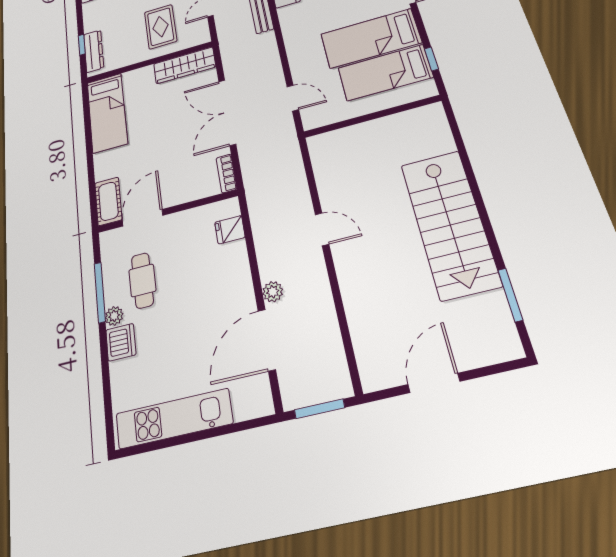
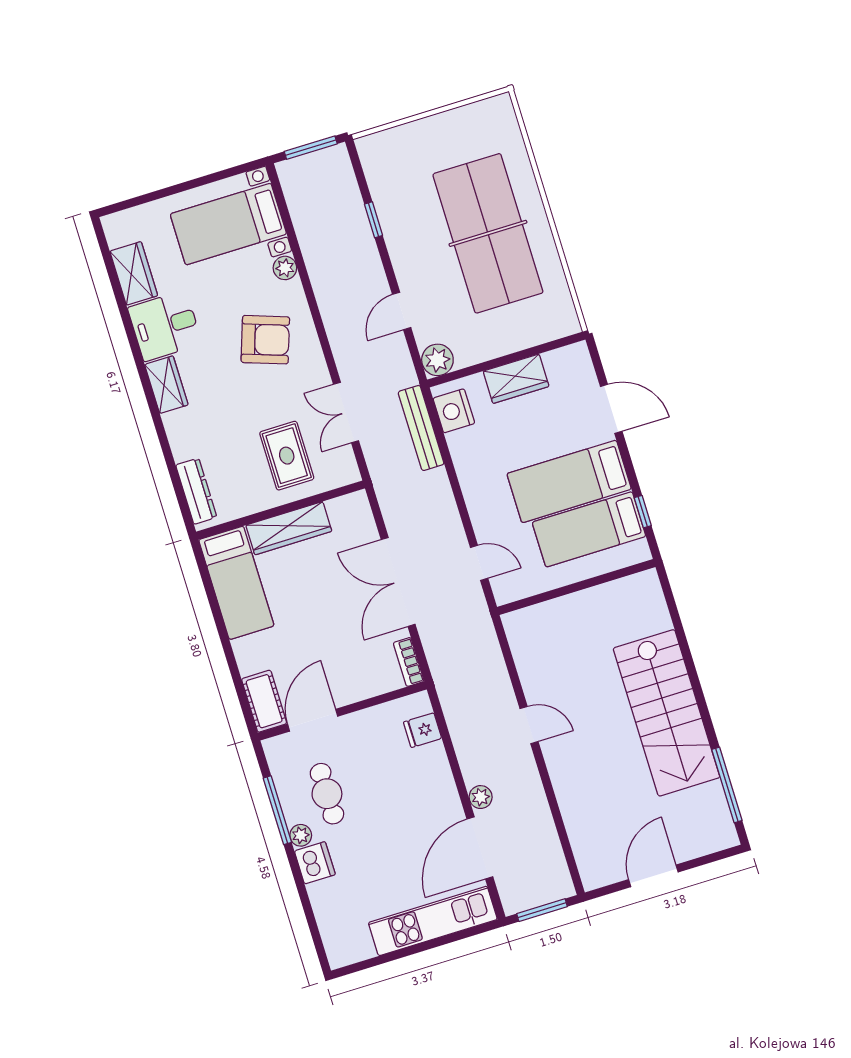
window: (82, 45) -> (176, 481), removed
wardrobe: (185, 65) -> (289, 528), moved
window: (510, 295) -> (727, 785), width x1.44
kitchen unit: (174, 419) -> (433, 921), moved

